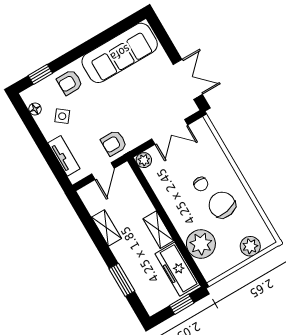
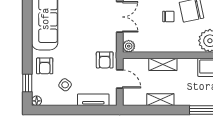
floor lamp: (35, 109) -> (37, 101), moved
shelving: (158, 230) -> (163, 64), moved

